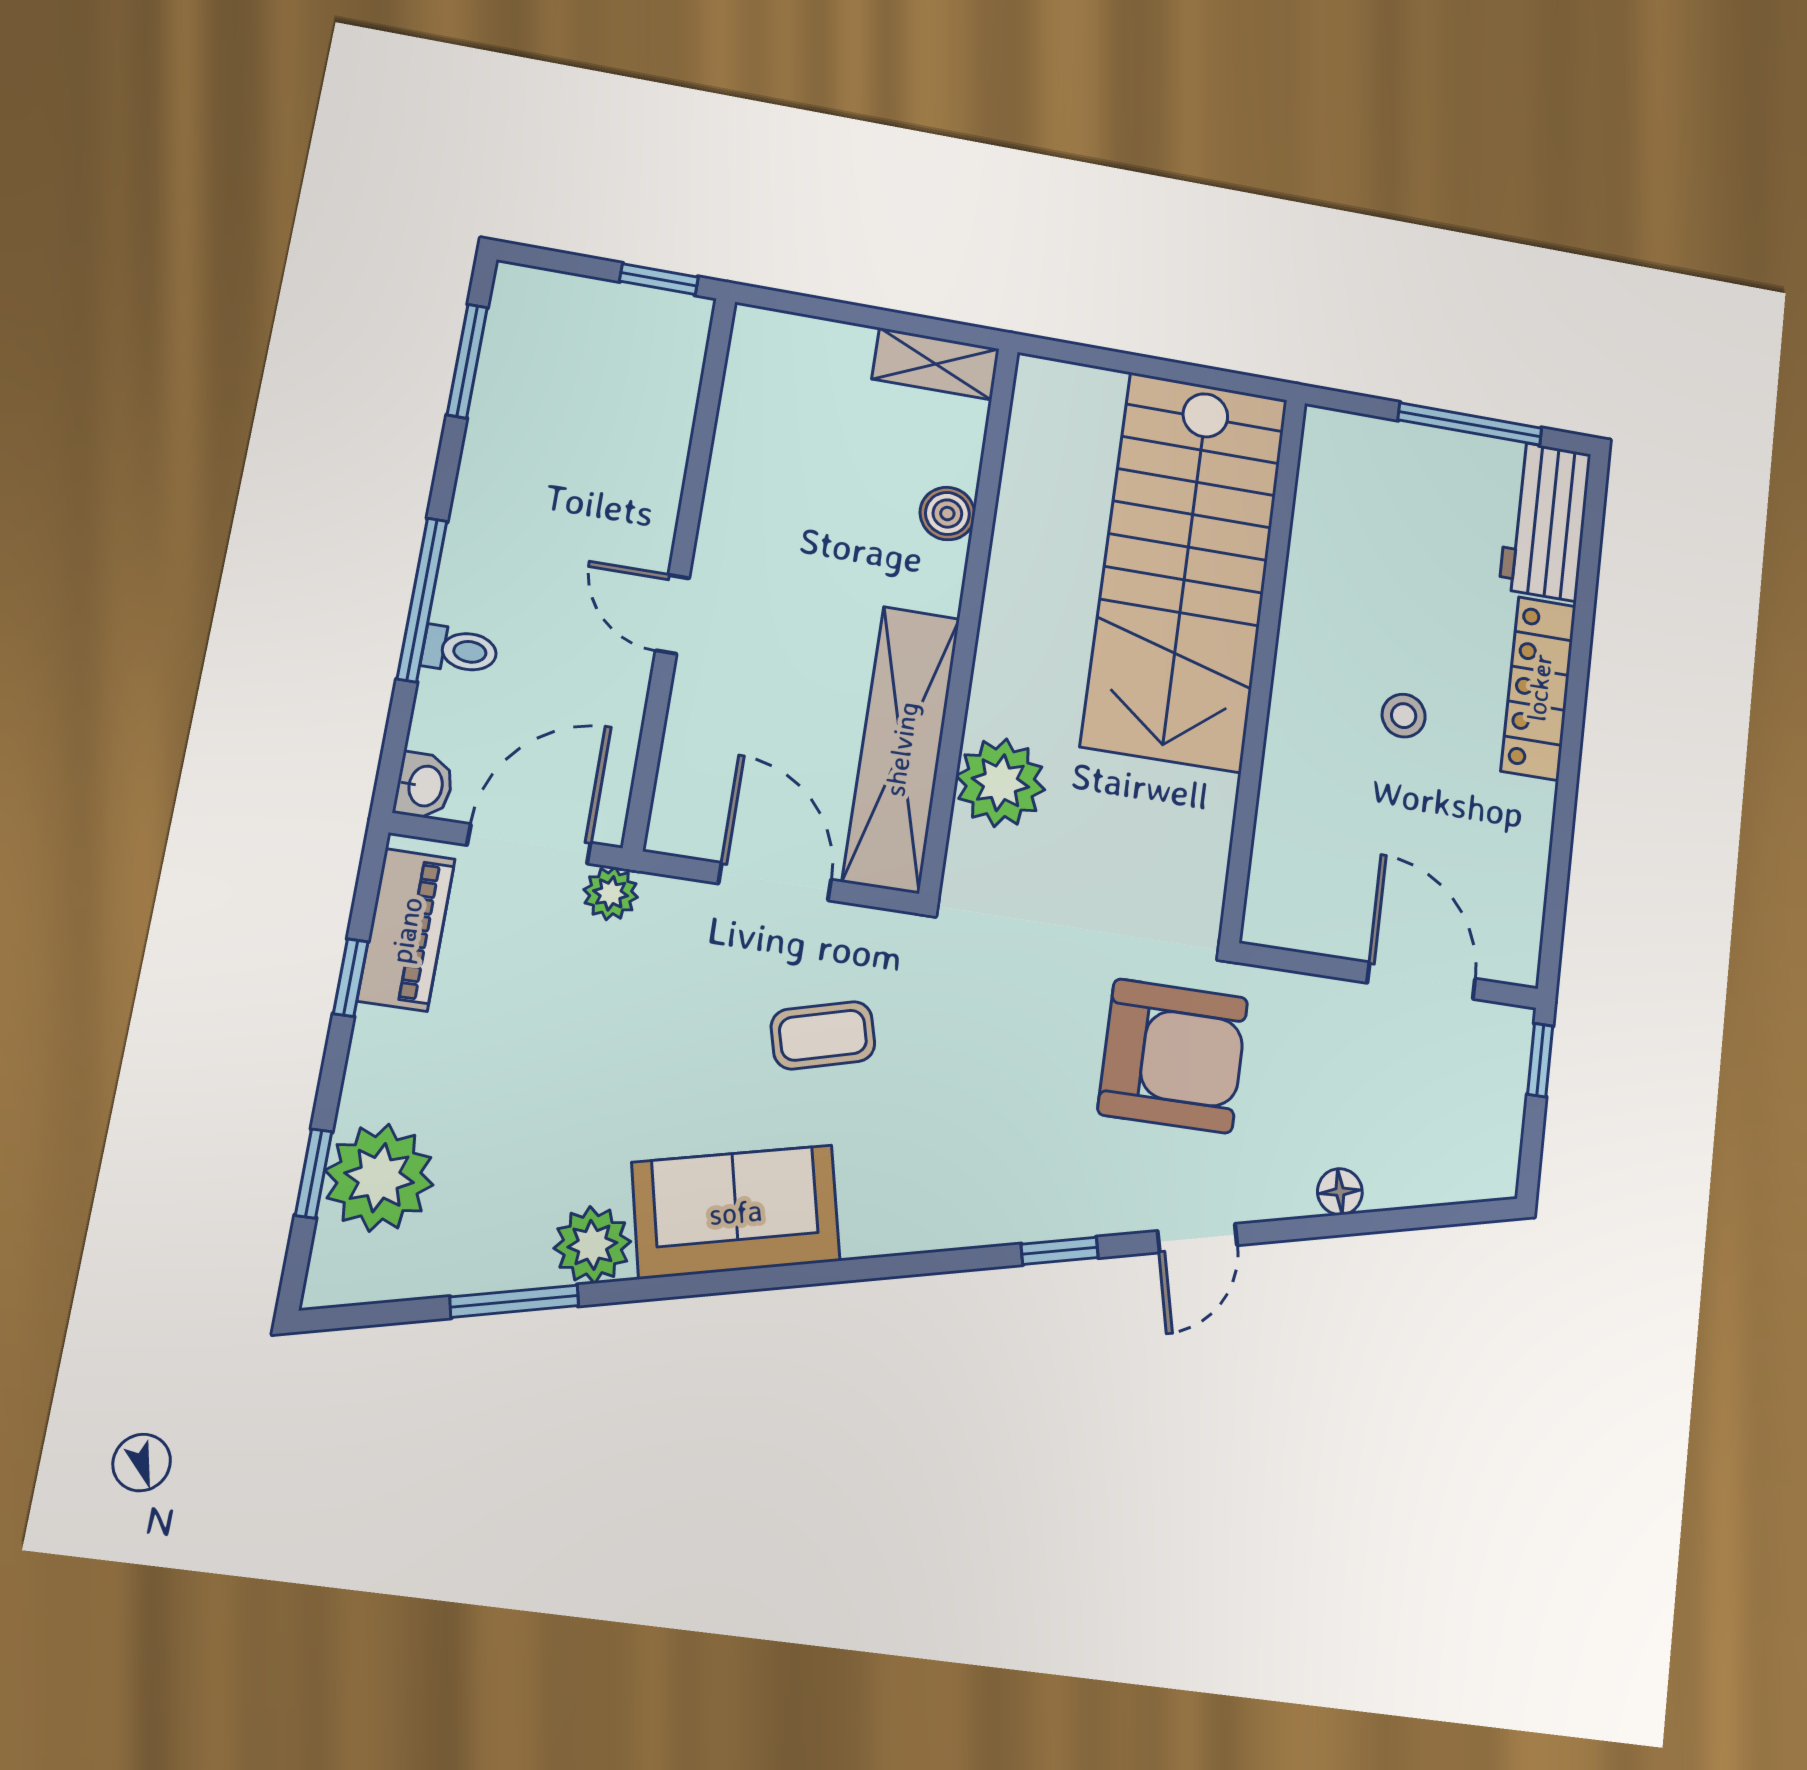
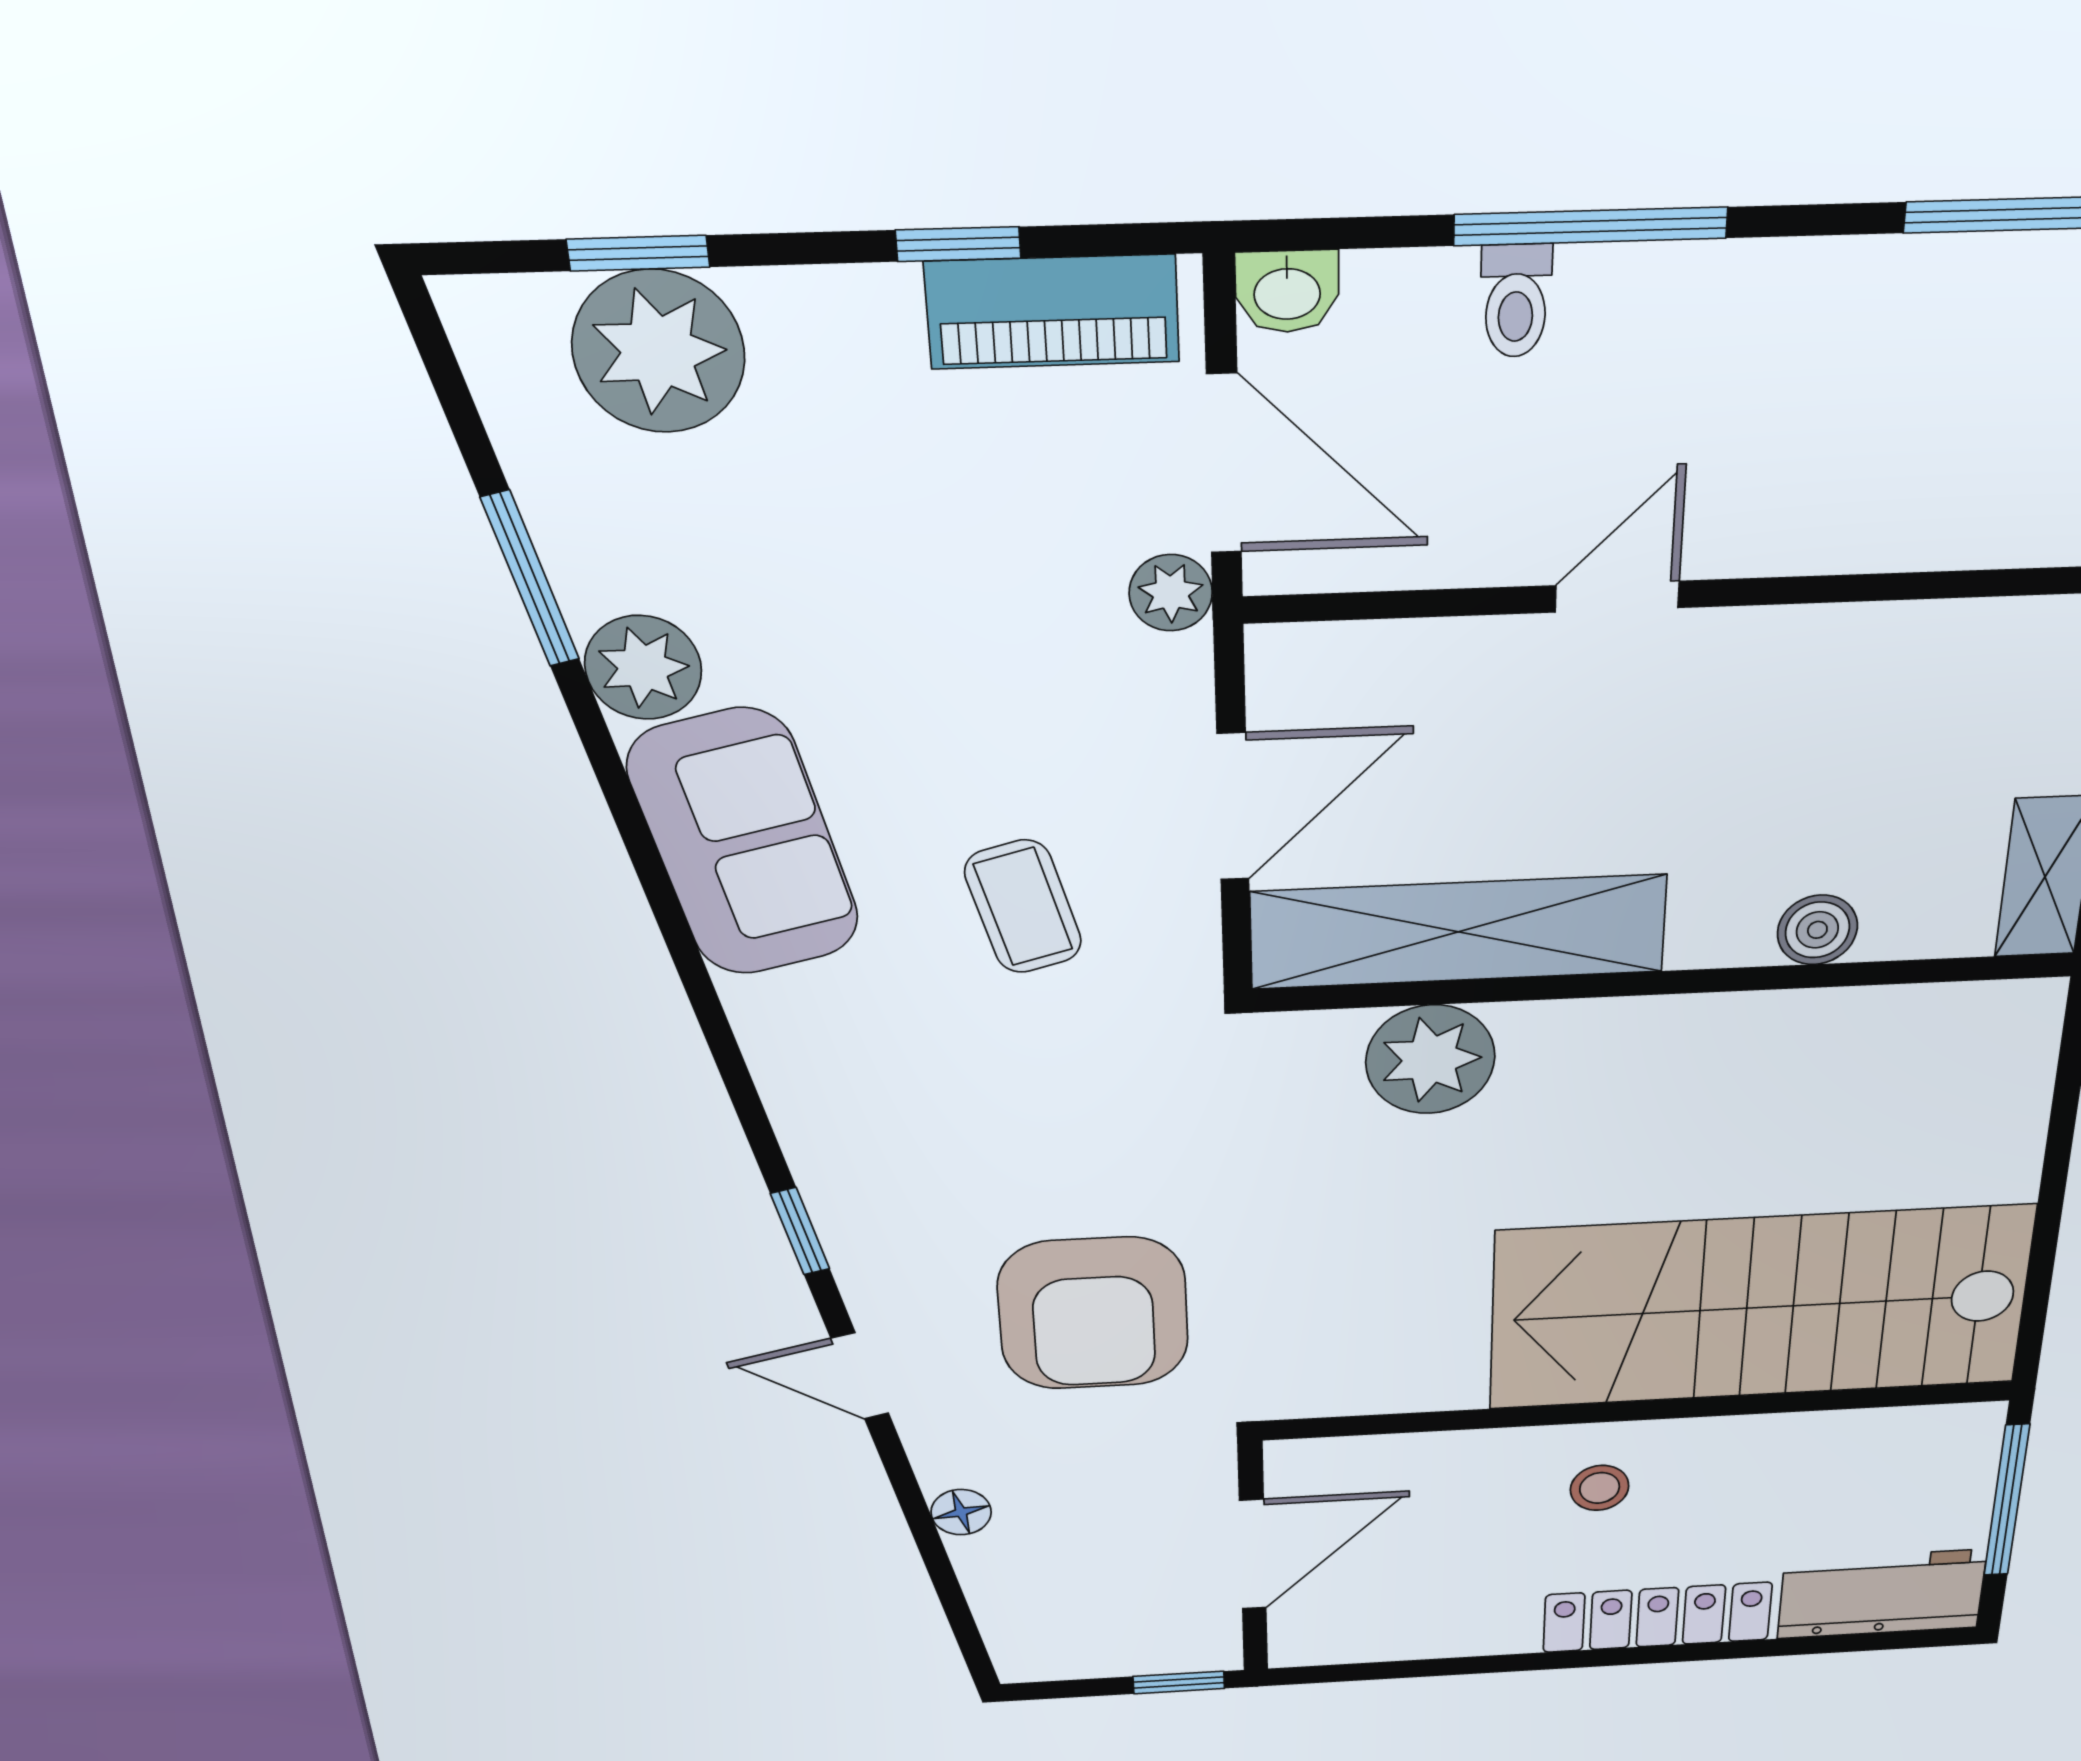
stairs: (1185, 570) -> (1760, 1308), moved
wall: (1263, 666) -> (1639, 1411), moved

